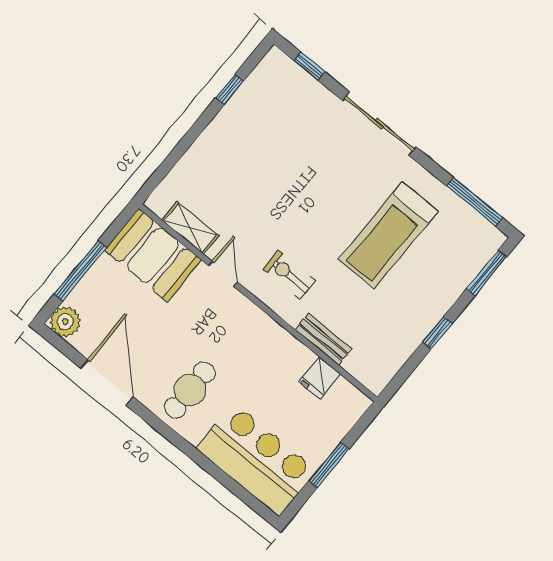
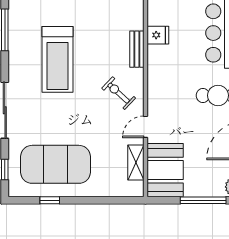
exercise mat: (266, 131) -> (56, 164), added
treadmill: (388, 235) -> (57, 59), turned 90
exercise bike: (289, 275) -> (119, 93), turned 133

